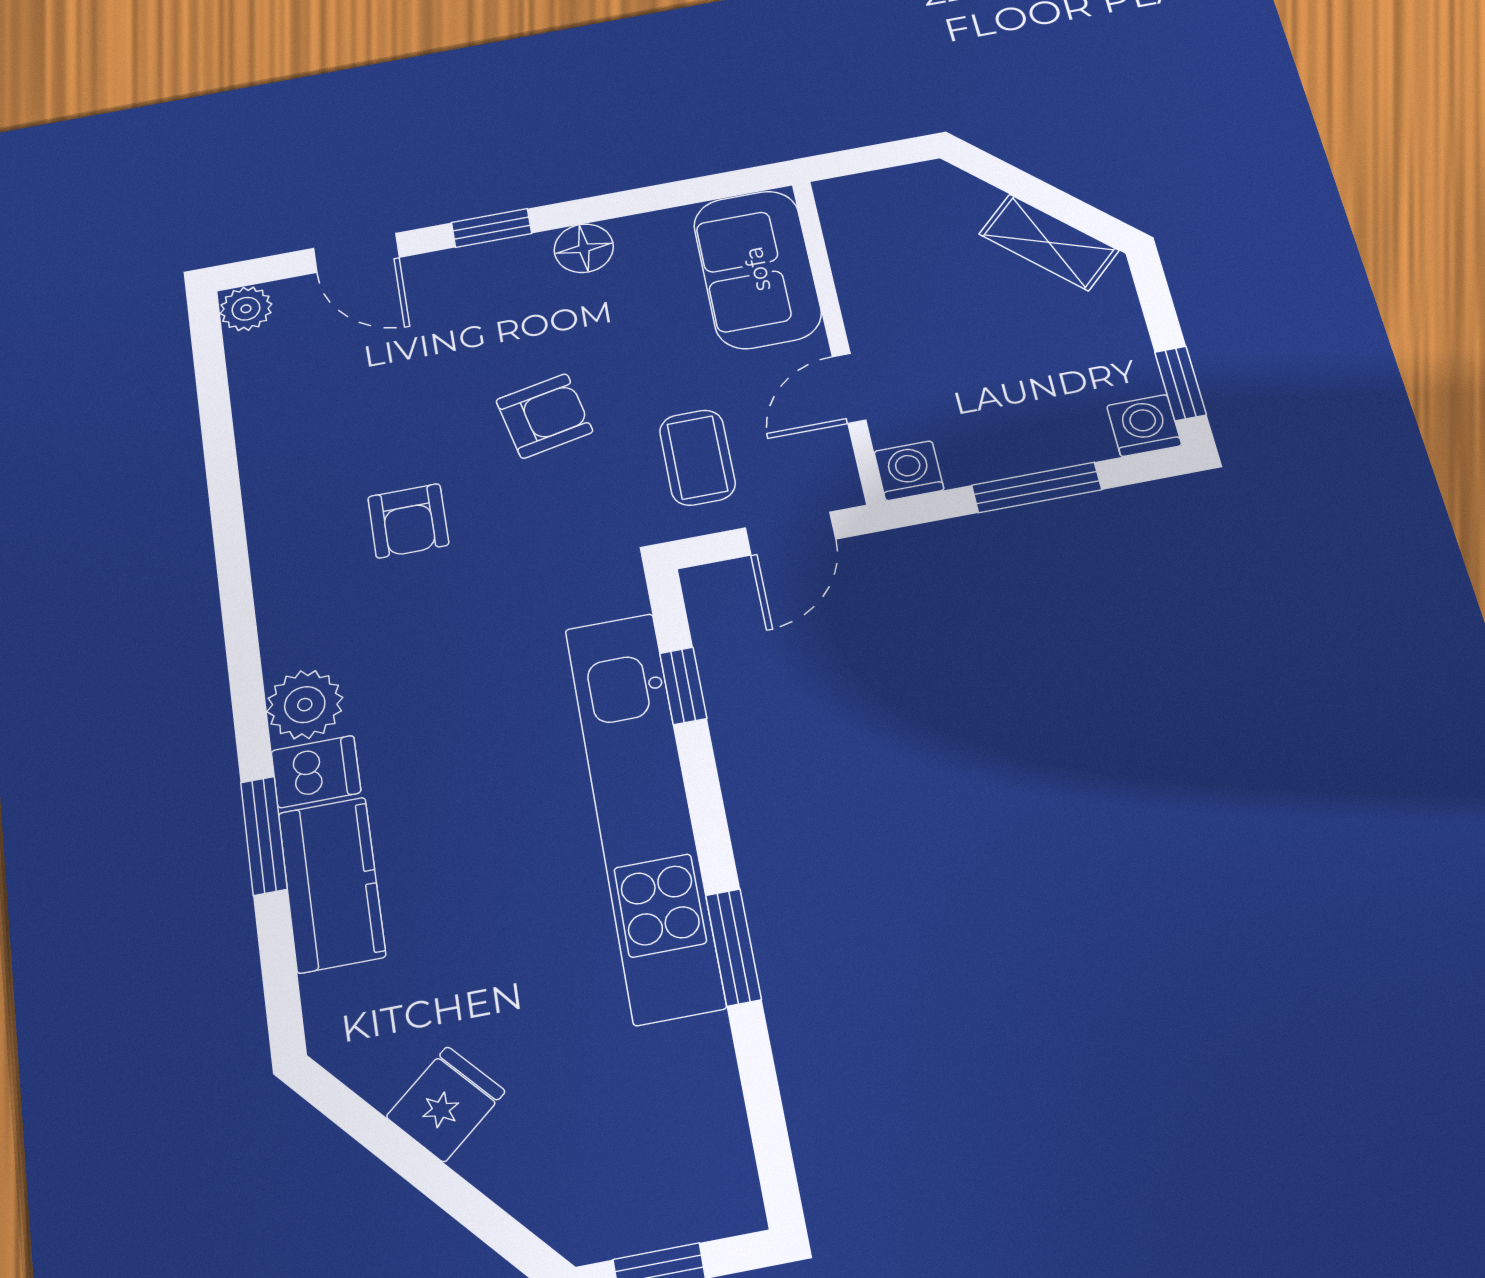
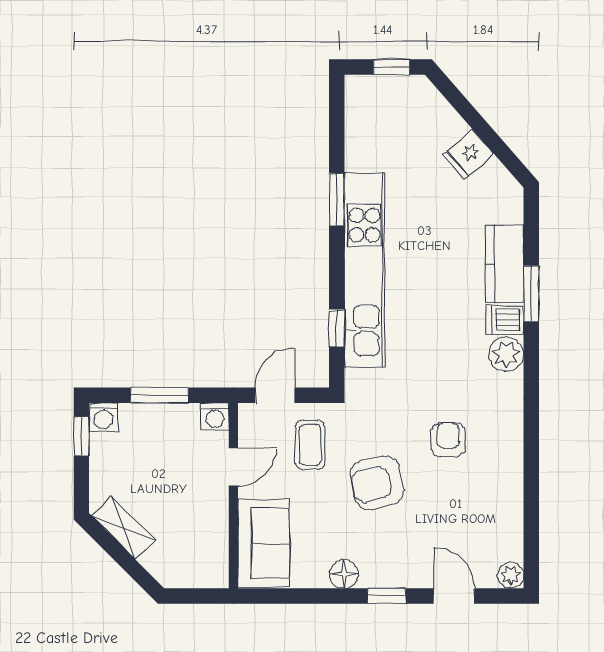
armchair: (544, 416) -> (377, 483), width x1.38, depth x1.38

